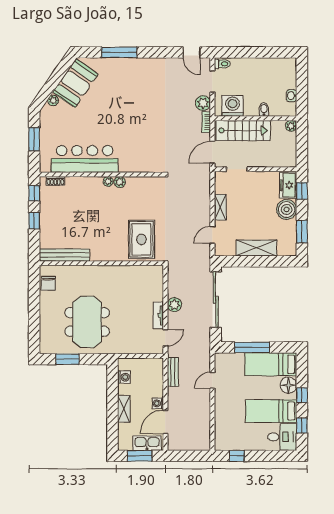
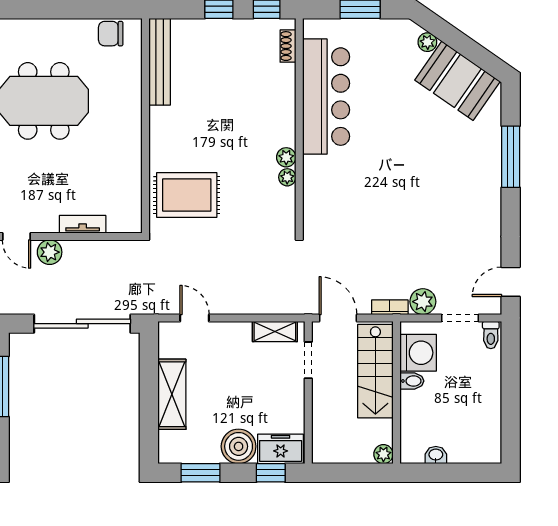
bidet: (264, 109) -> (412, 381), moved
plant: (108, 181) -> (287, 177), moved
shelving: (220, 207) -> (275, 331), moved
plant: (174, 305) -> (50, 252), moved
tv unit: (158, 315) -> (83, 224), moved

